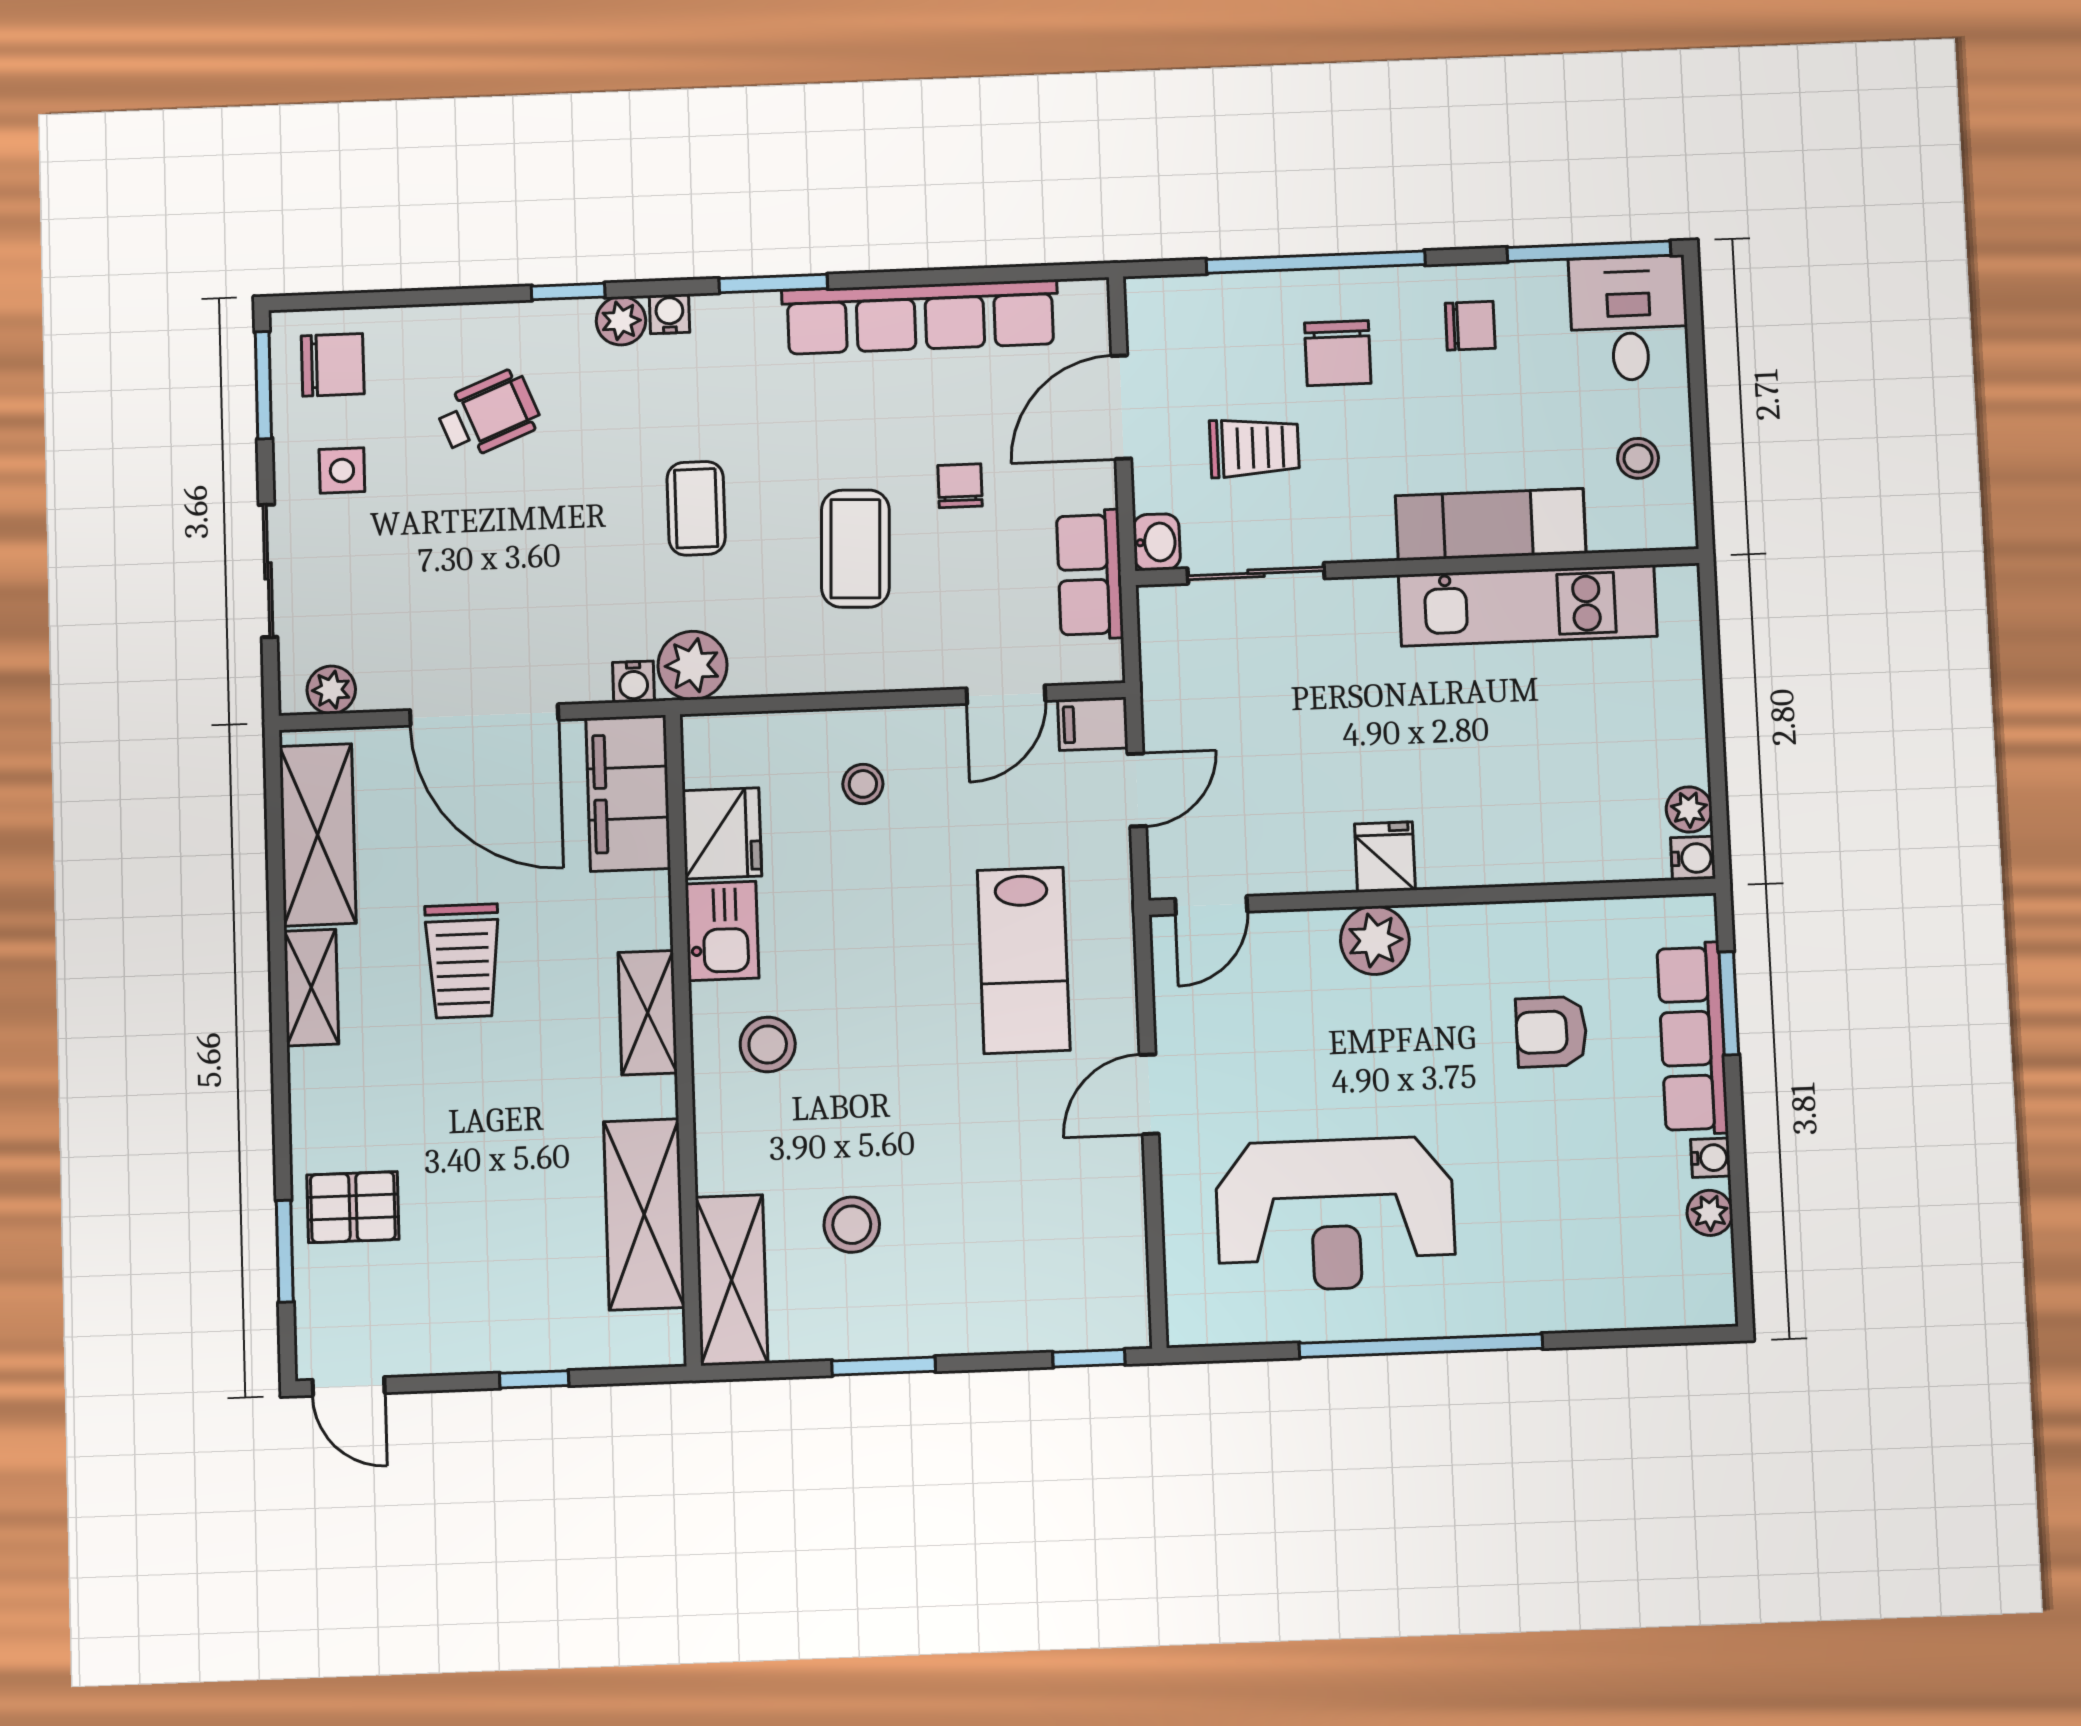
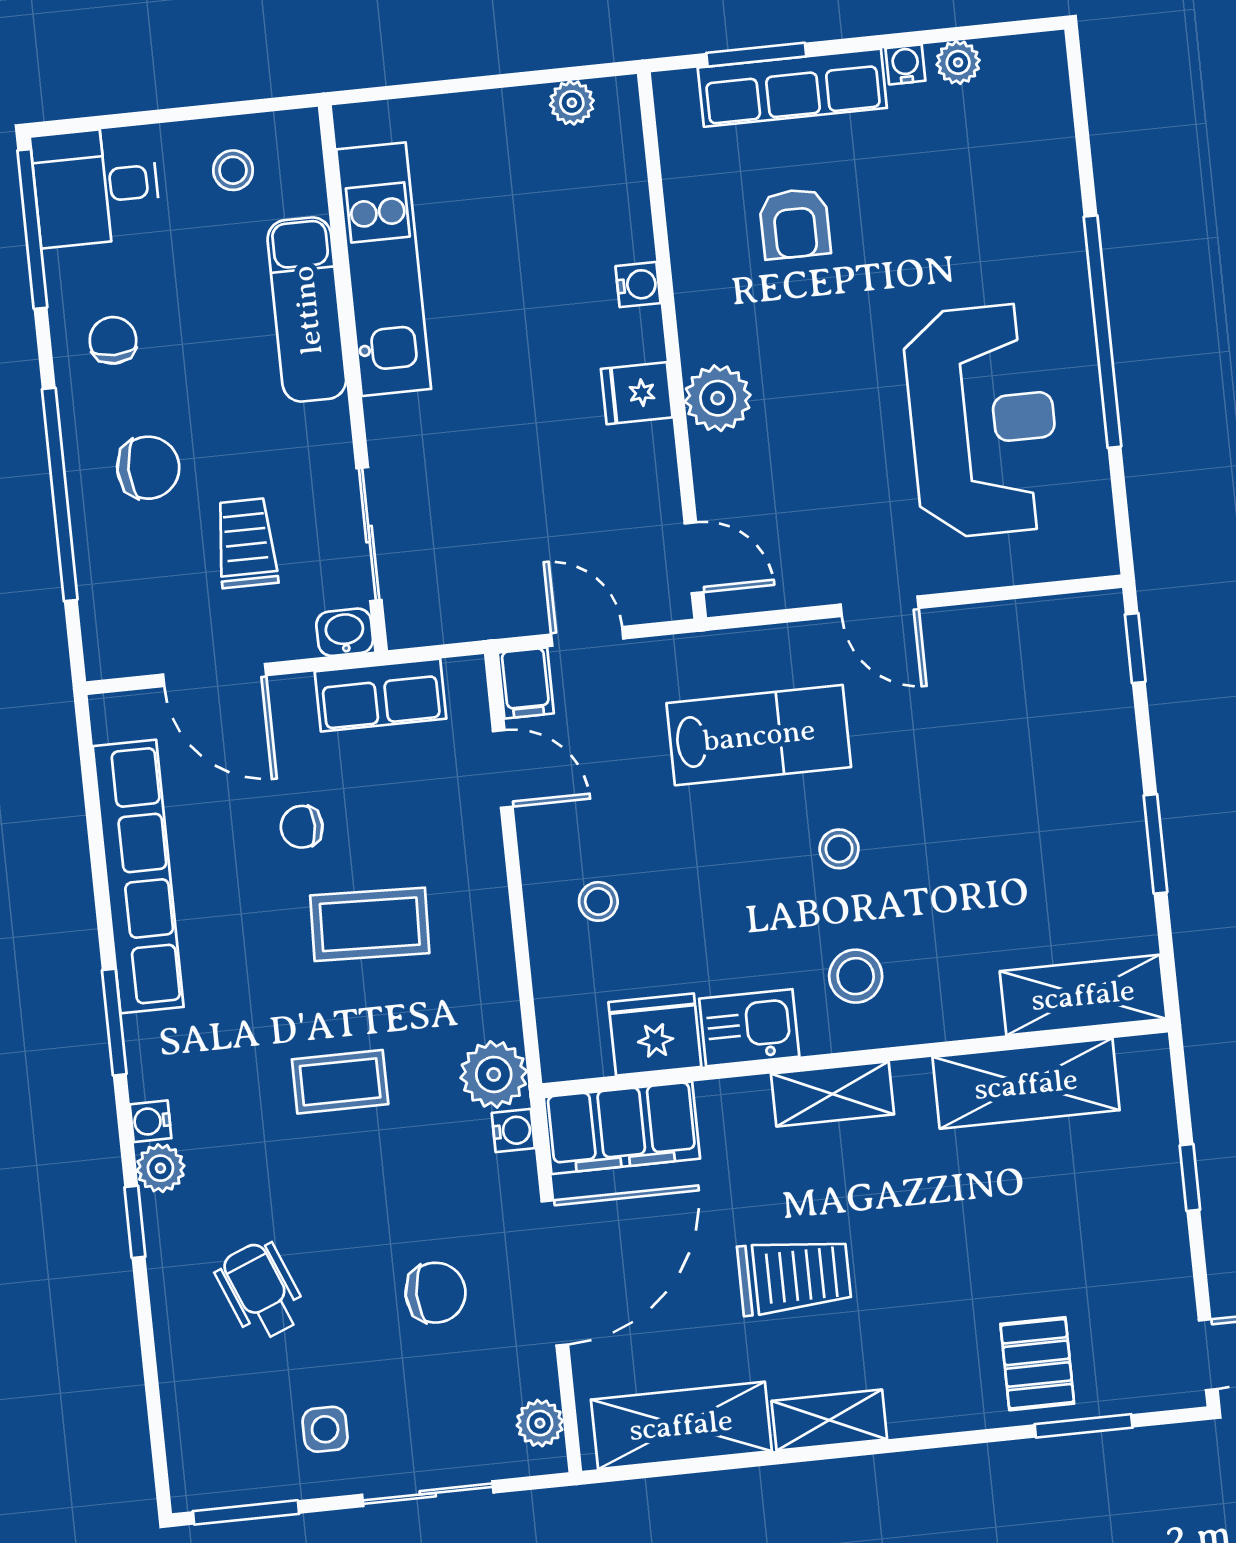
chair: (333, 365) -> (436, 1293), moved, turned 90
water cooler: (1693, 858) -> (638, 285), moved, turned 90
stool: (852, 1225) -> (839, 849), moved, width x0.73, depth x0.73

